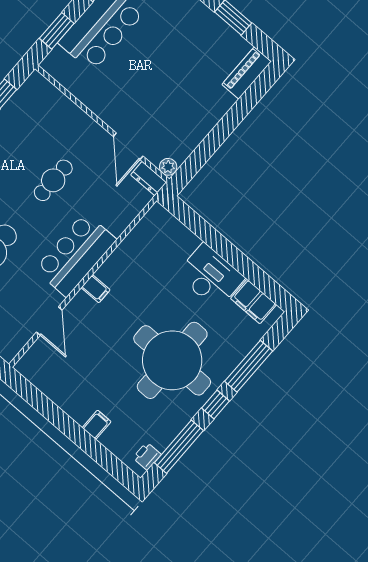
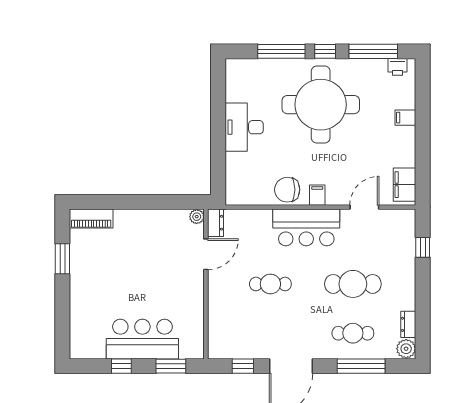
chair: (123, 266) -> (287, 190), added
filing cabinet: (254, 302) -> (404, 185), moved, turned 180

